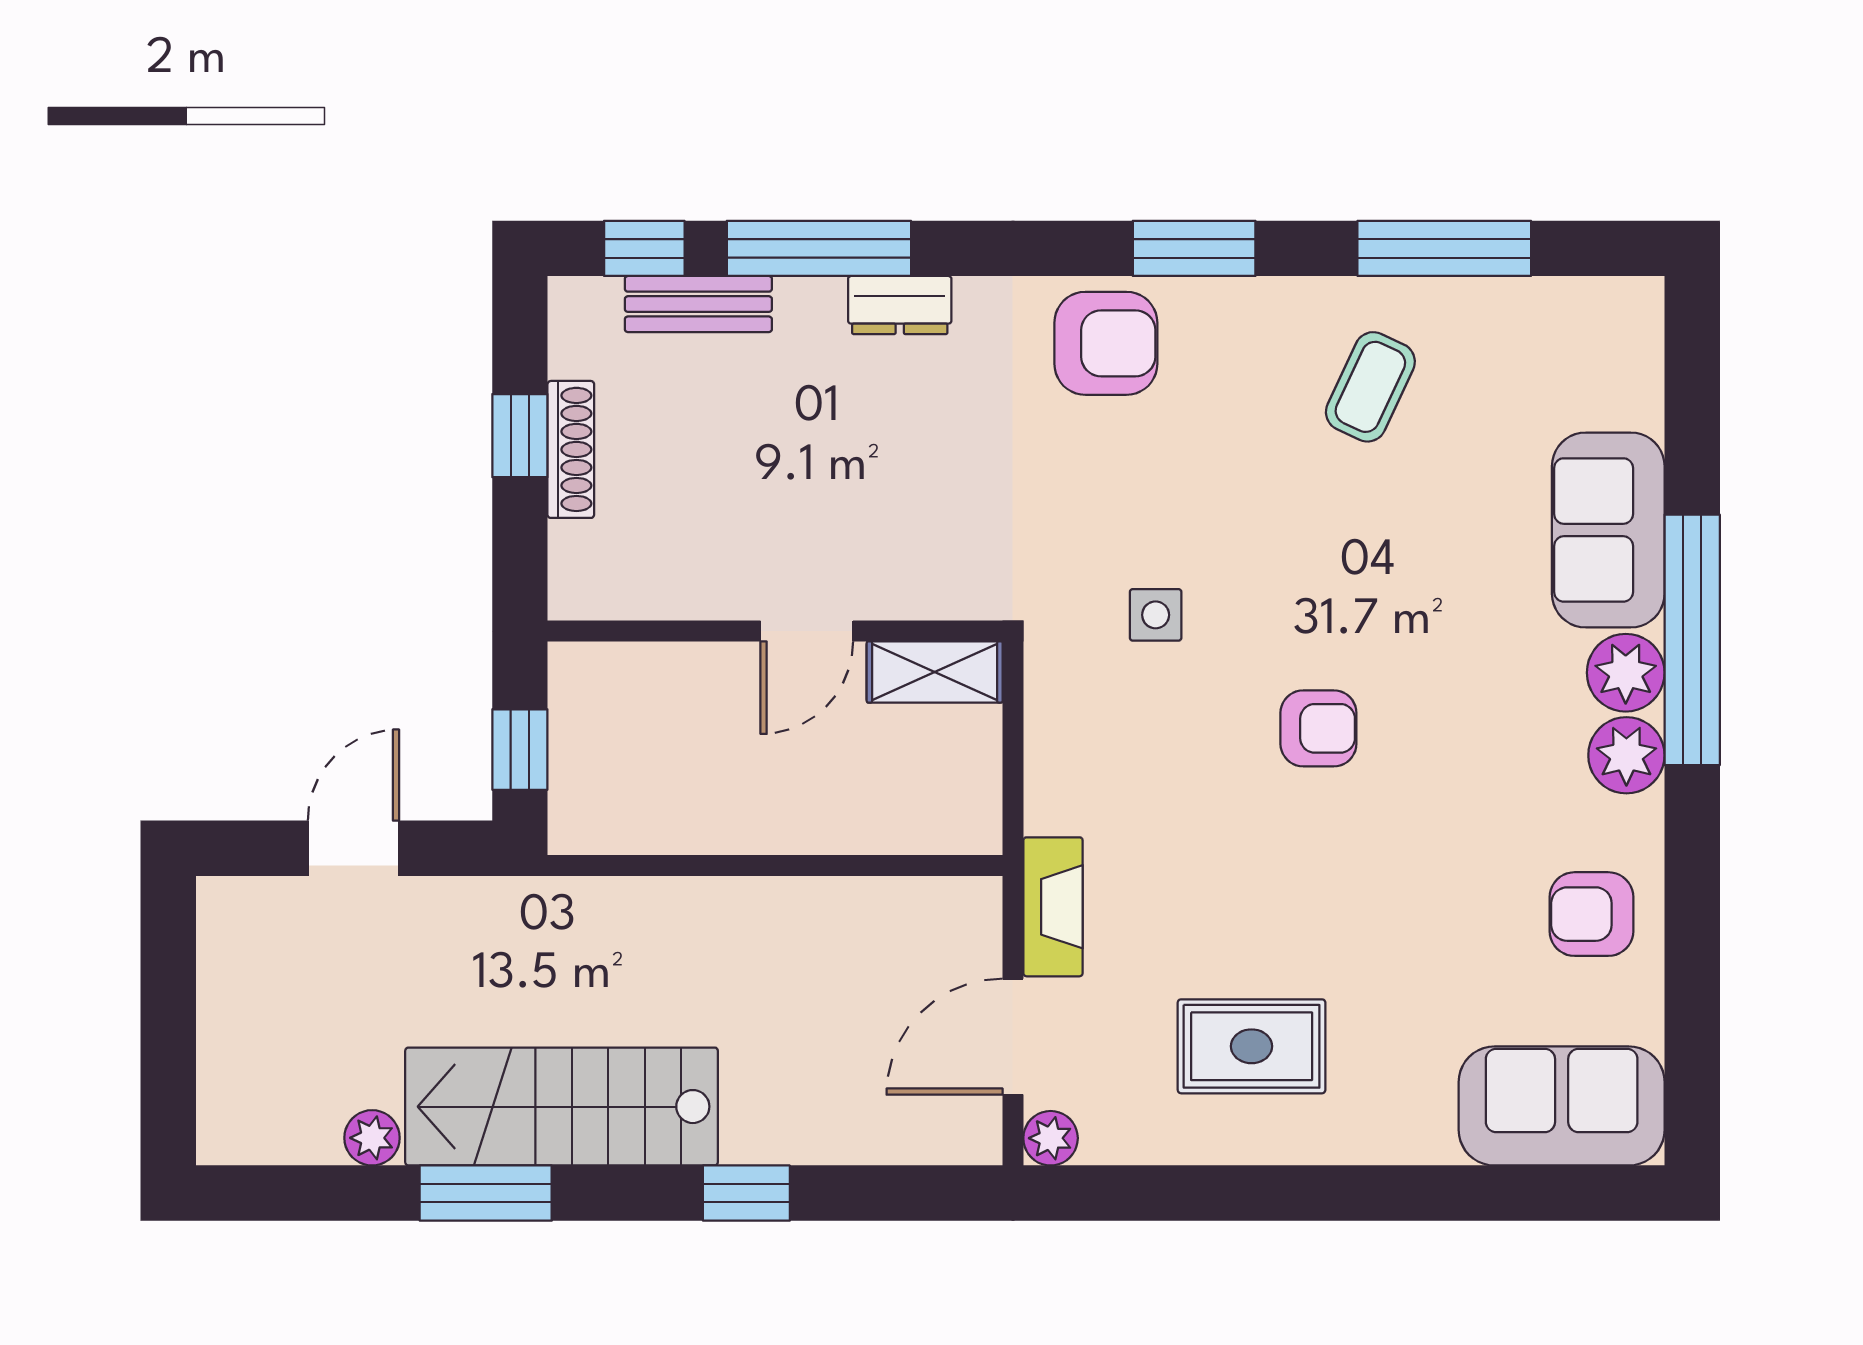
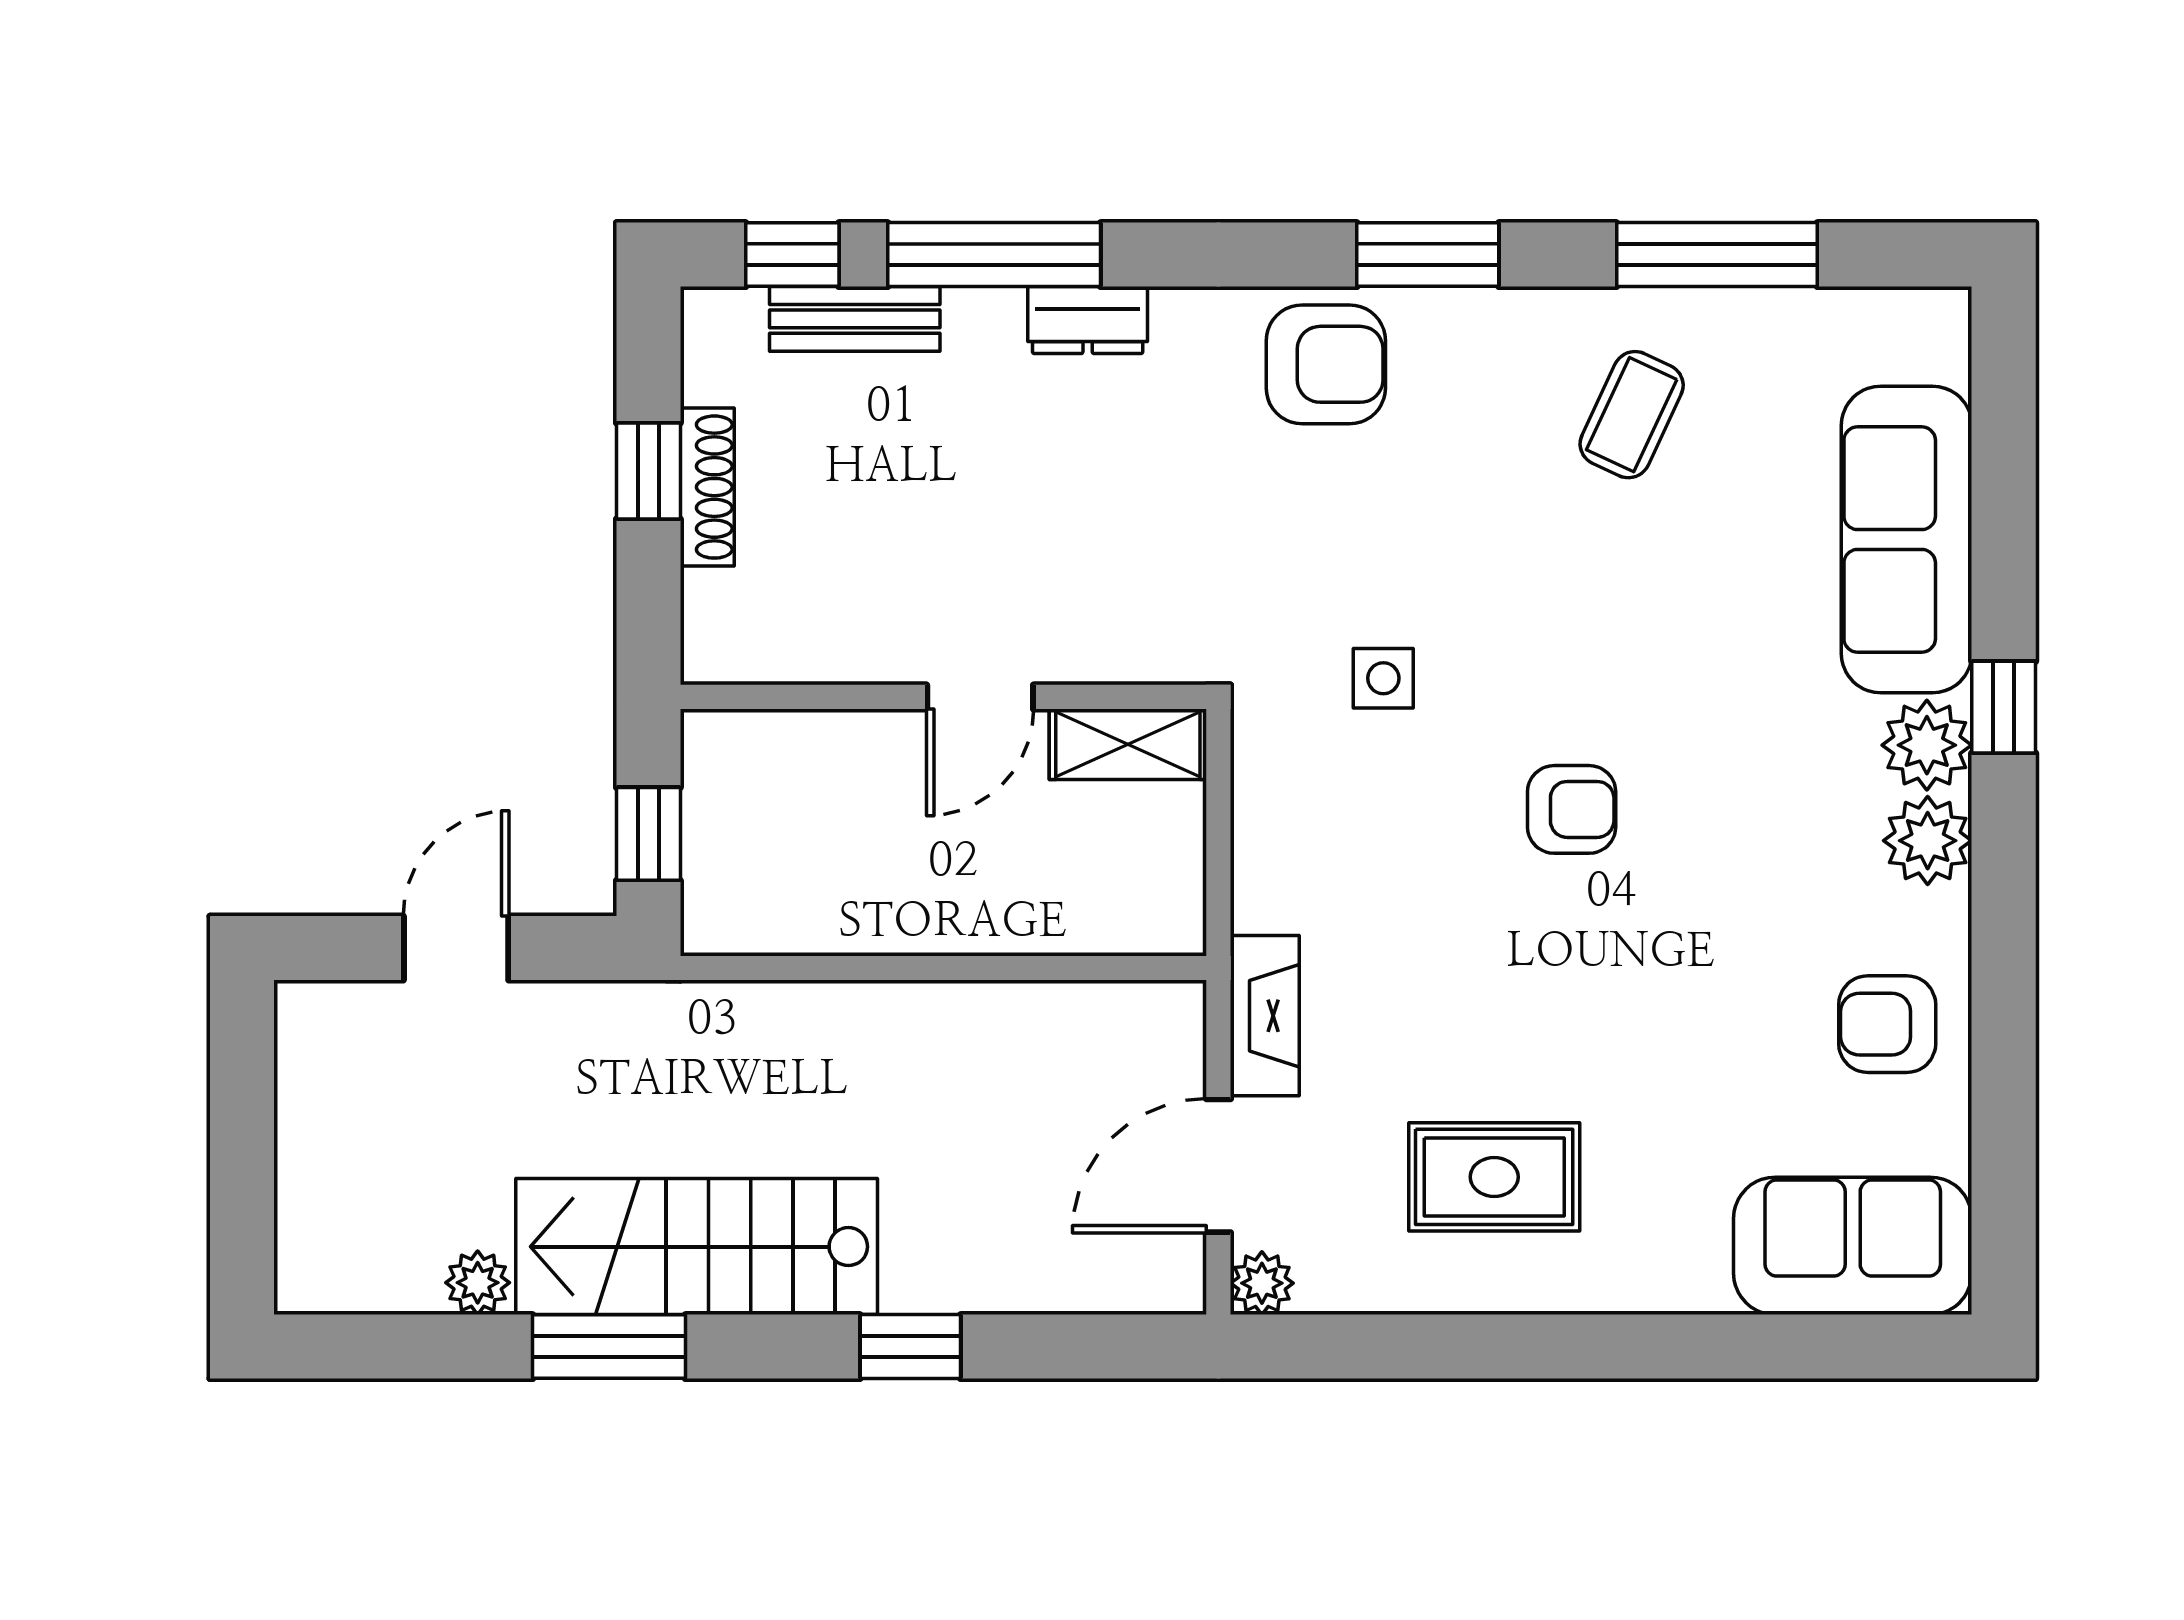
sofa: (1608, 530) -> (1907, 539), width x1.36
window: (1692, 640) -> (2004, 707), width x0.32

